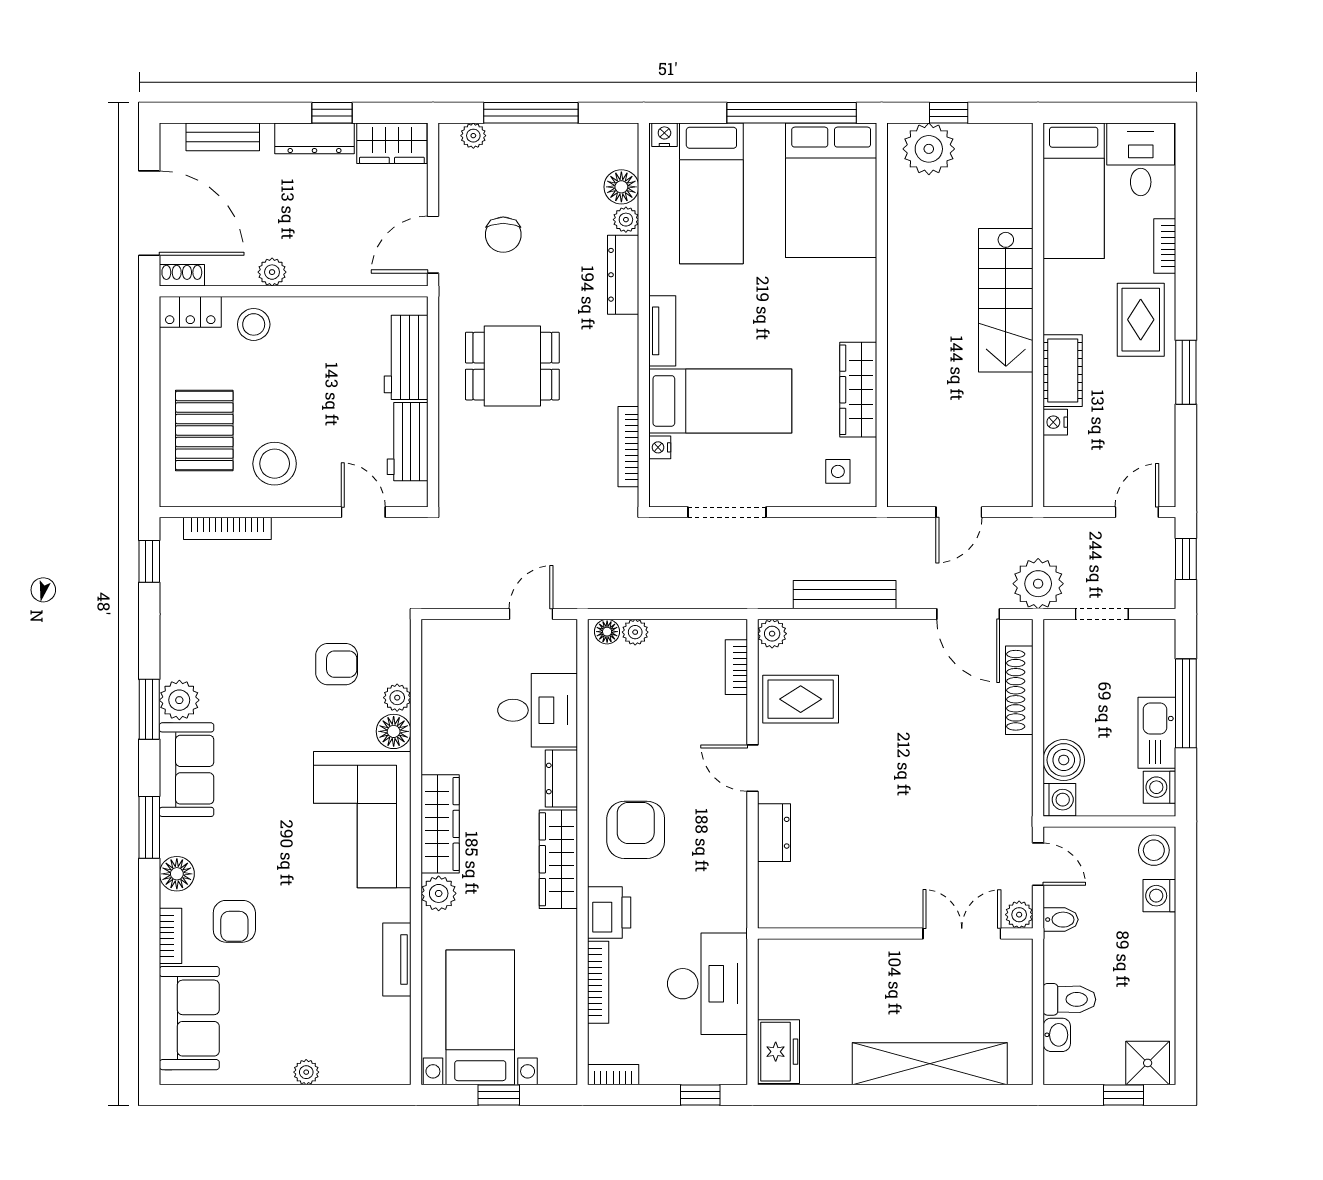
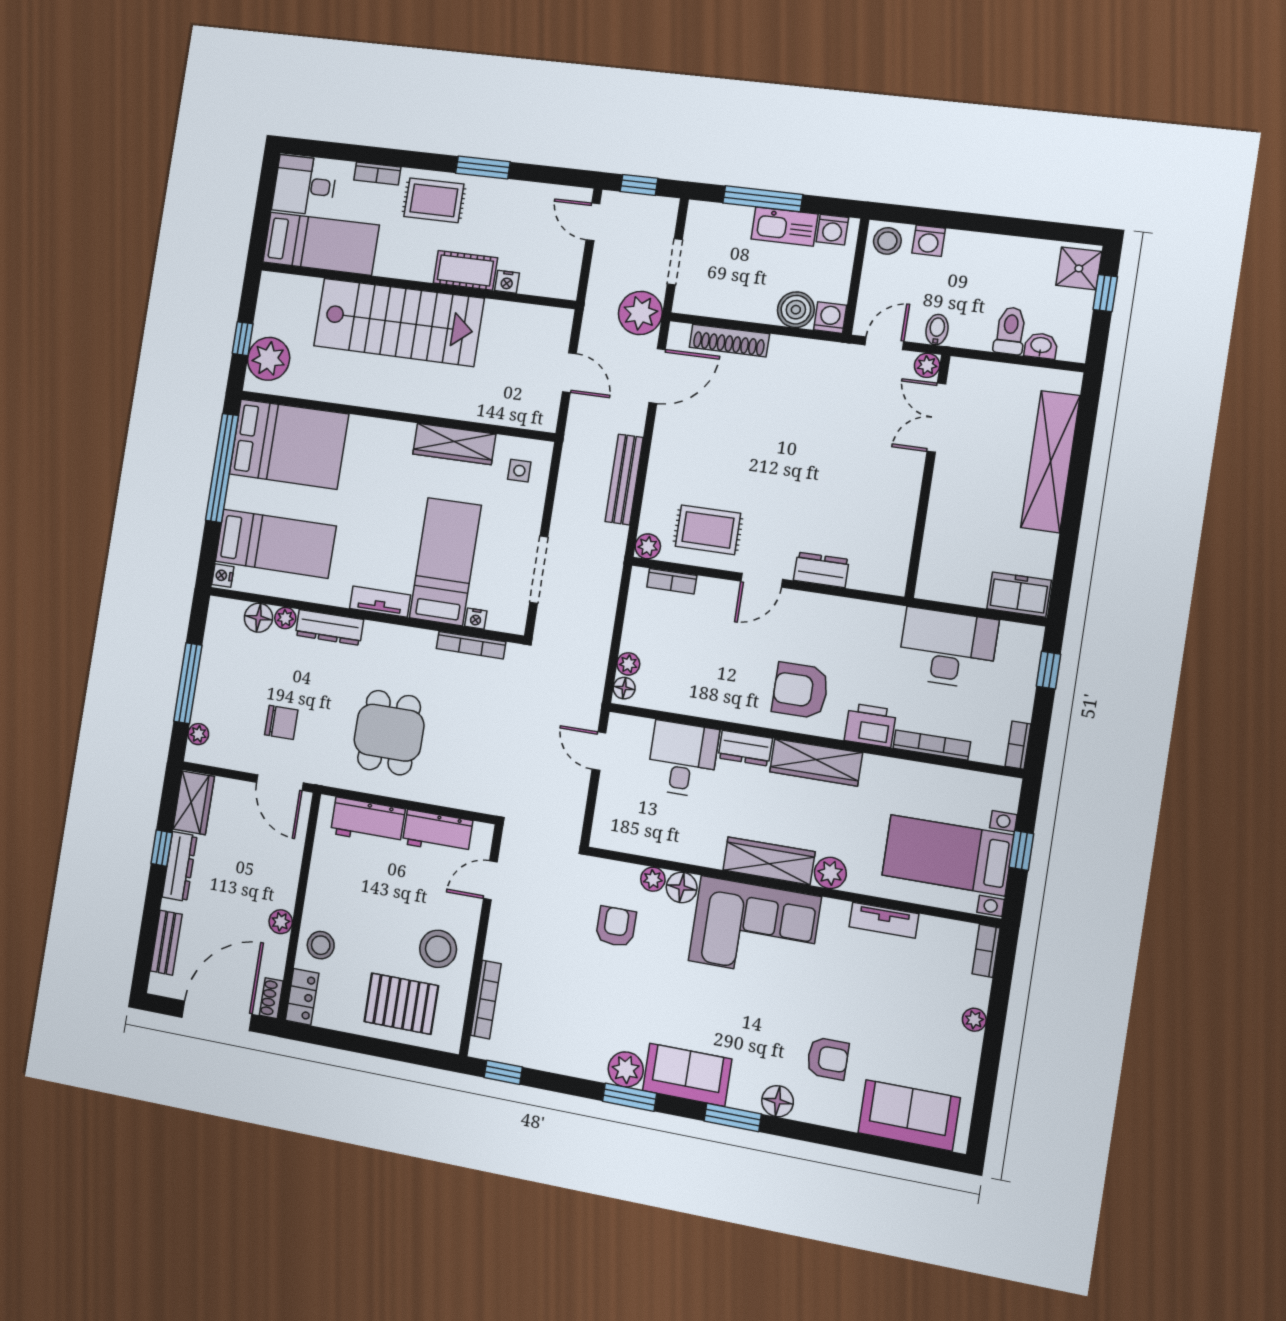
stairs: (1006, 300) -> (399, 322), width x1.36, depth x1.51
rug: (801, 699) -> (708, 530), turned 90
bookcase: (170, 936) -> (986, 951), moved, turned -90

